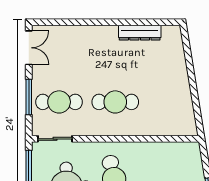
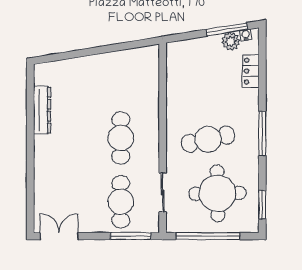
window: (29, 97) -> (131, 236), moved
sliding door: (55, 139) -> (163, 193), moved

